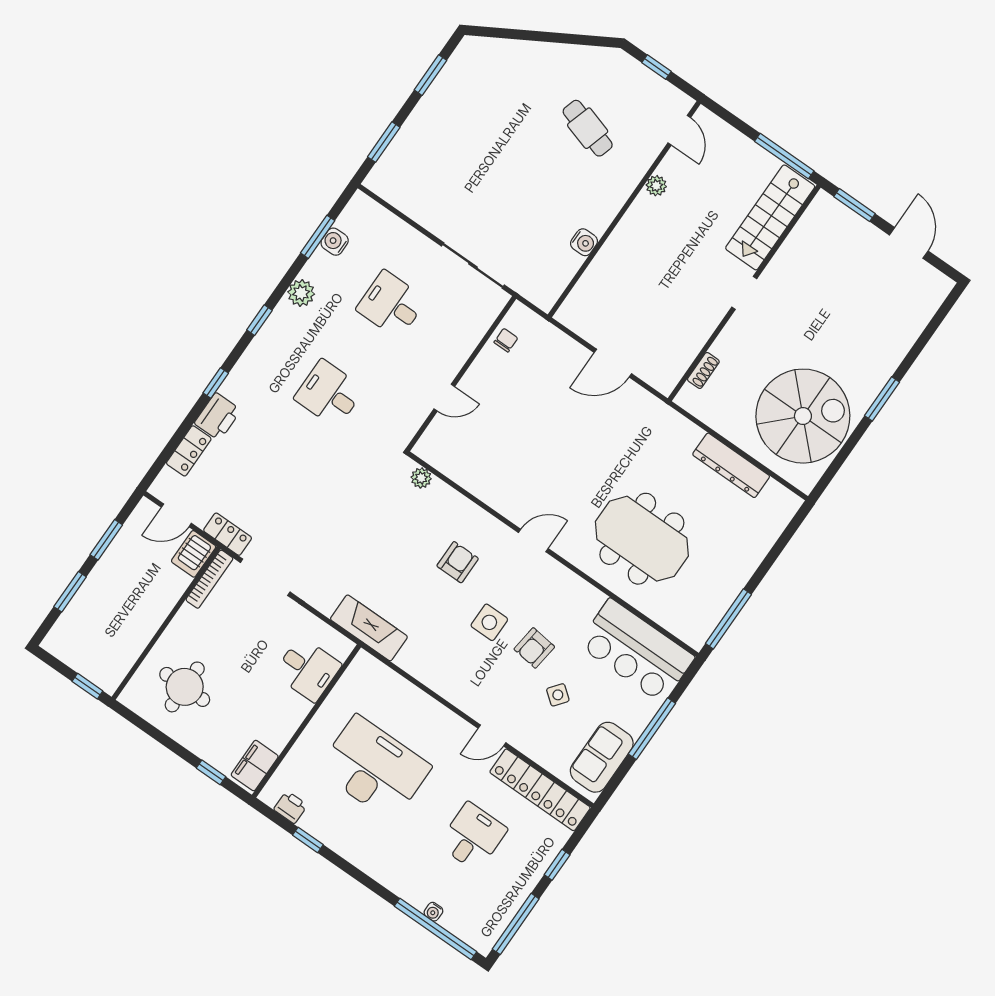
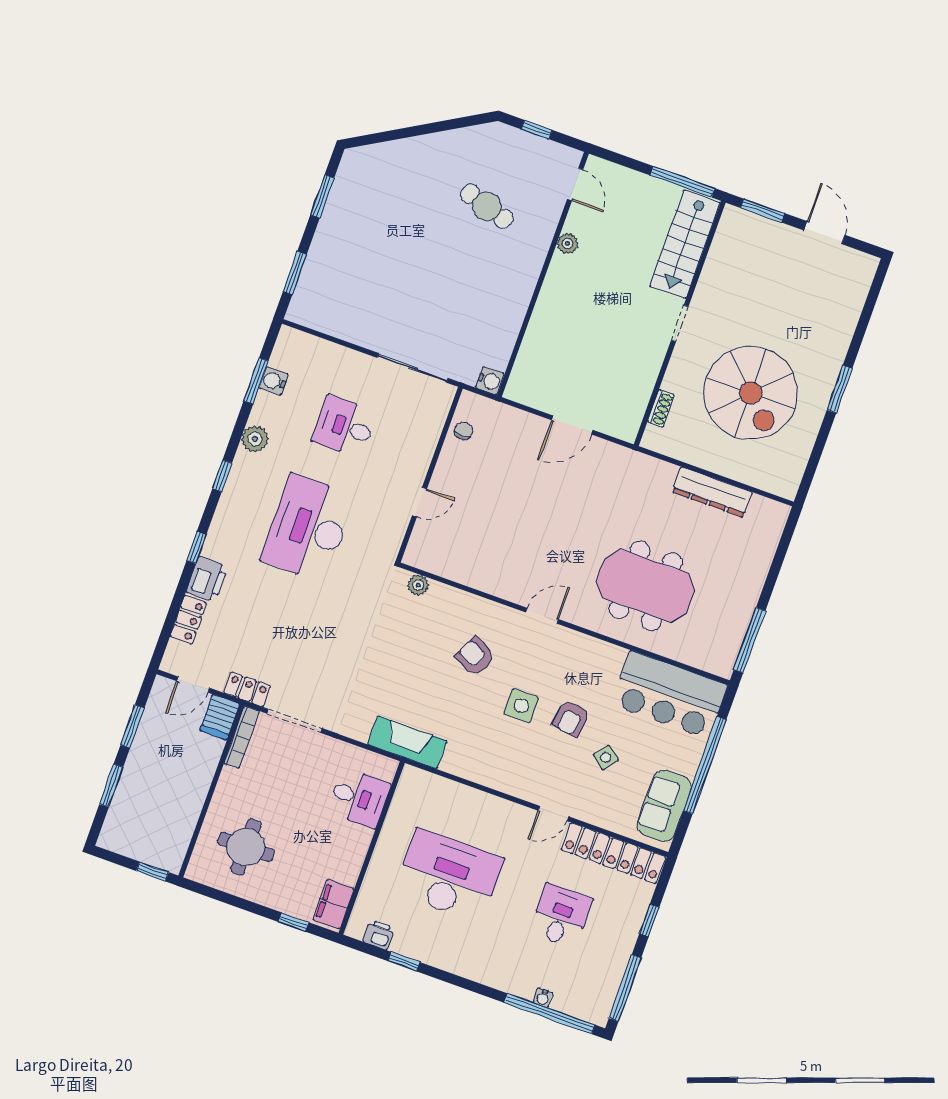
water cooler: (584, 242) -> (490, 381), moved
desk: (329, 394) -> (308, 528), width x1.87, depth x1.30
spiral stairs: (803, 416) -> (751, 393), moved, turned 90
armchair: (458, 562) -> (475, 656), turned -64
window: (652, 729) -> (705, 765), width x1.46

